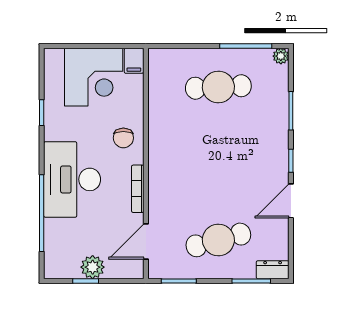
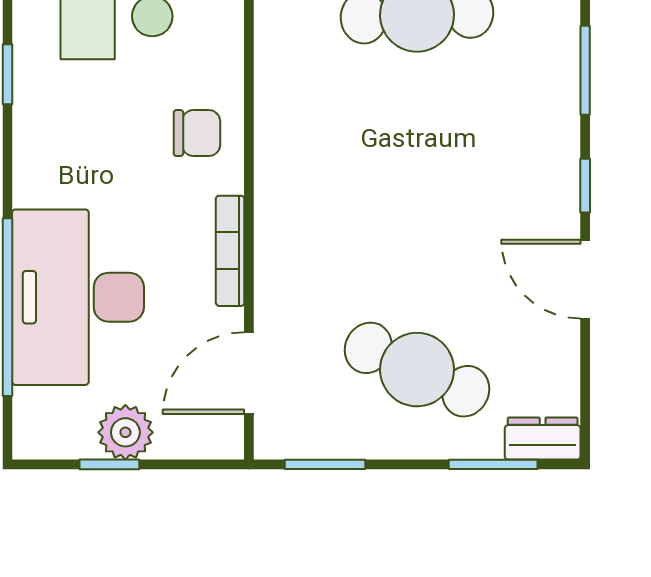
chair: (123, 138) -> (197, 133), turned -90
desk: (72, 179) -> (78, 297), moved
door: (291, 201) -> (585, 279), hinge flipped
cafe table: (218, 240) -> (417, 370), turned 39

